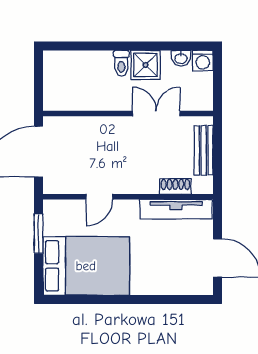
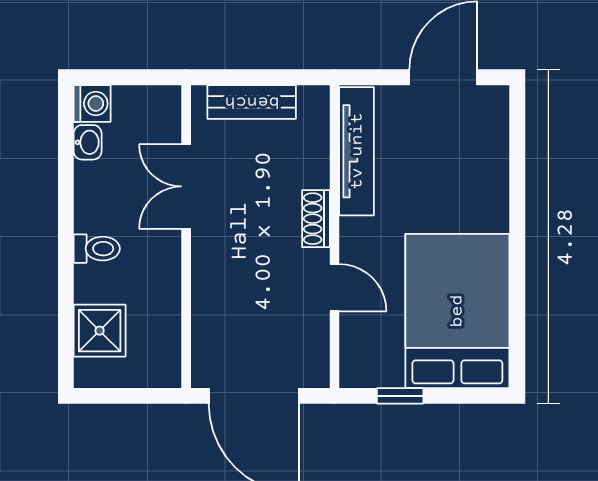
shower: (146, 65) -> (100, 331), moved
shoe rack: (175, 186) -> (316, 219), moved
window: (39, 234) -> (400, 396), width x0.67

